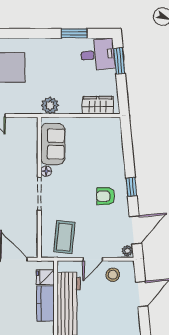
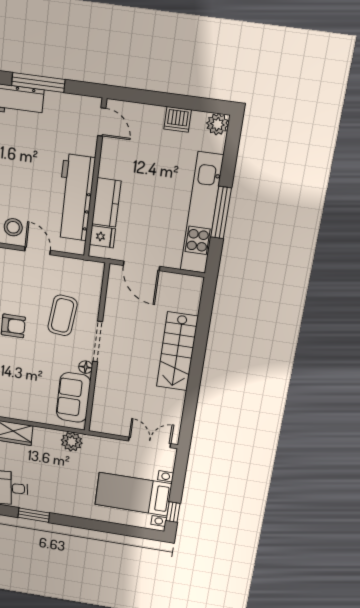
coffee table: (64, 237) -> (62, 315), moved
door: (93, 259) -> (38, 251), hinge flipped

